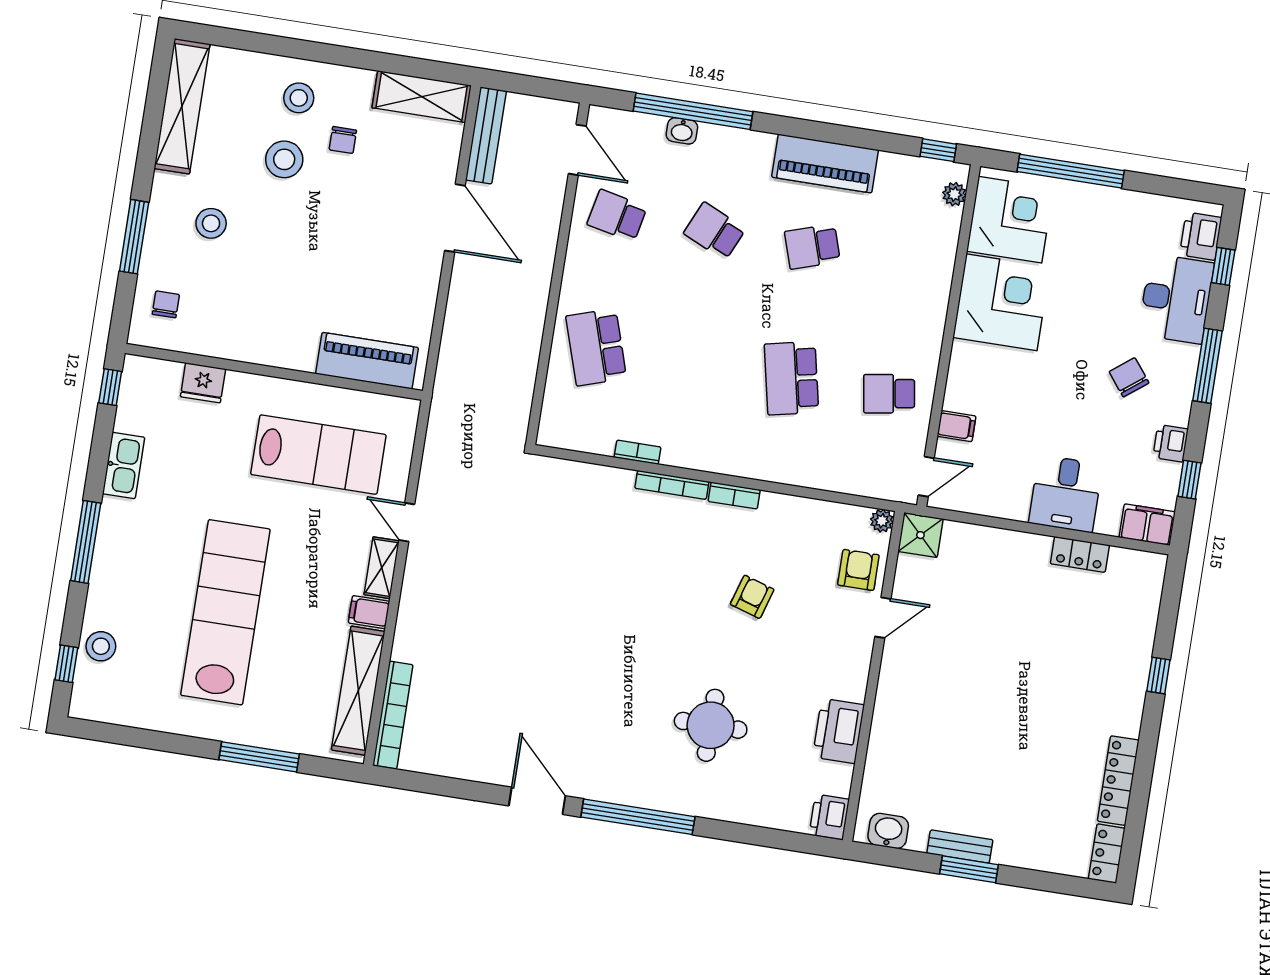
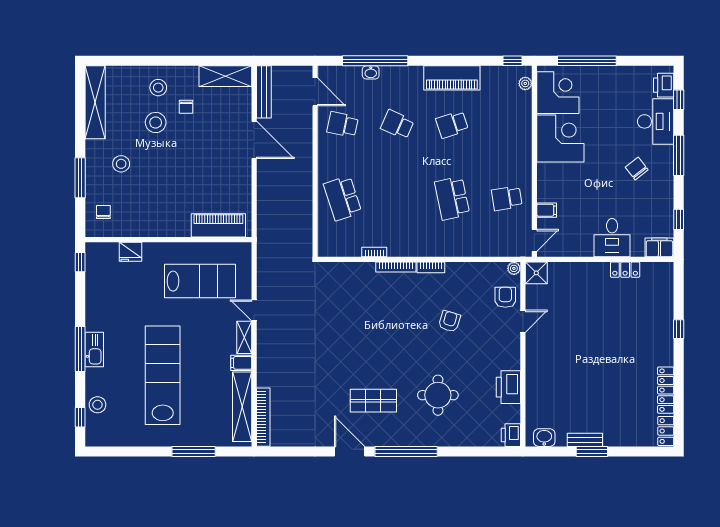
printer: (1171, 443) -> (665, 201), removed
kitchen sink: (124, 466) -> (94, 349), moved
shop shelf: (594, 717) -> (373, 401), added

